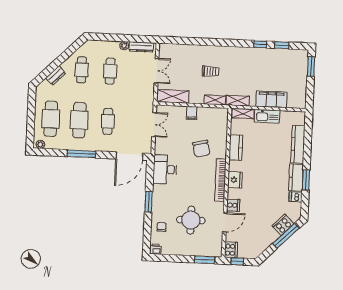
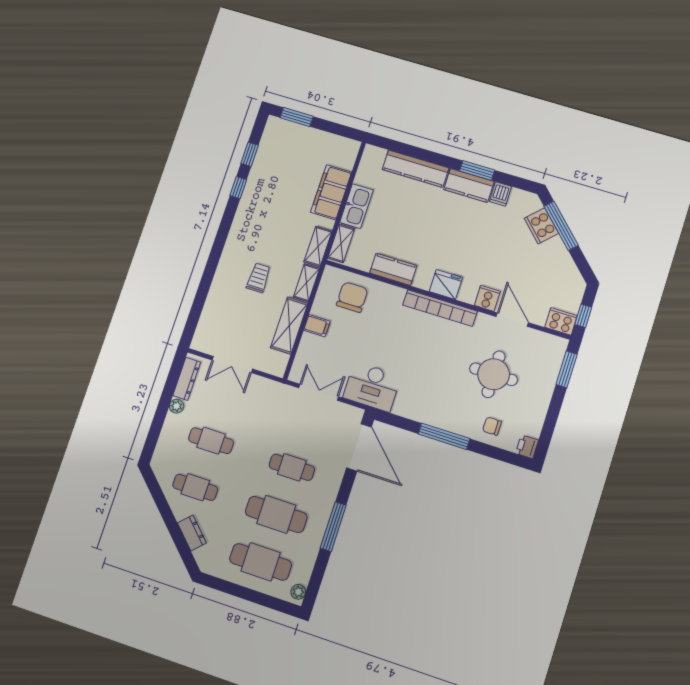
double door: (157, 71) -> (232, 364), swing flipped
shelving: (173, 96) -> (289, 326), moved
chair: (201, 149) -> (352, 297), moved, turned -77
desk: (165, 169) -> (372, 387), moved
window: (149, 202) -> (444, 436), width x1.44

